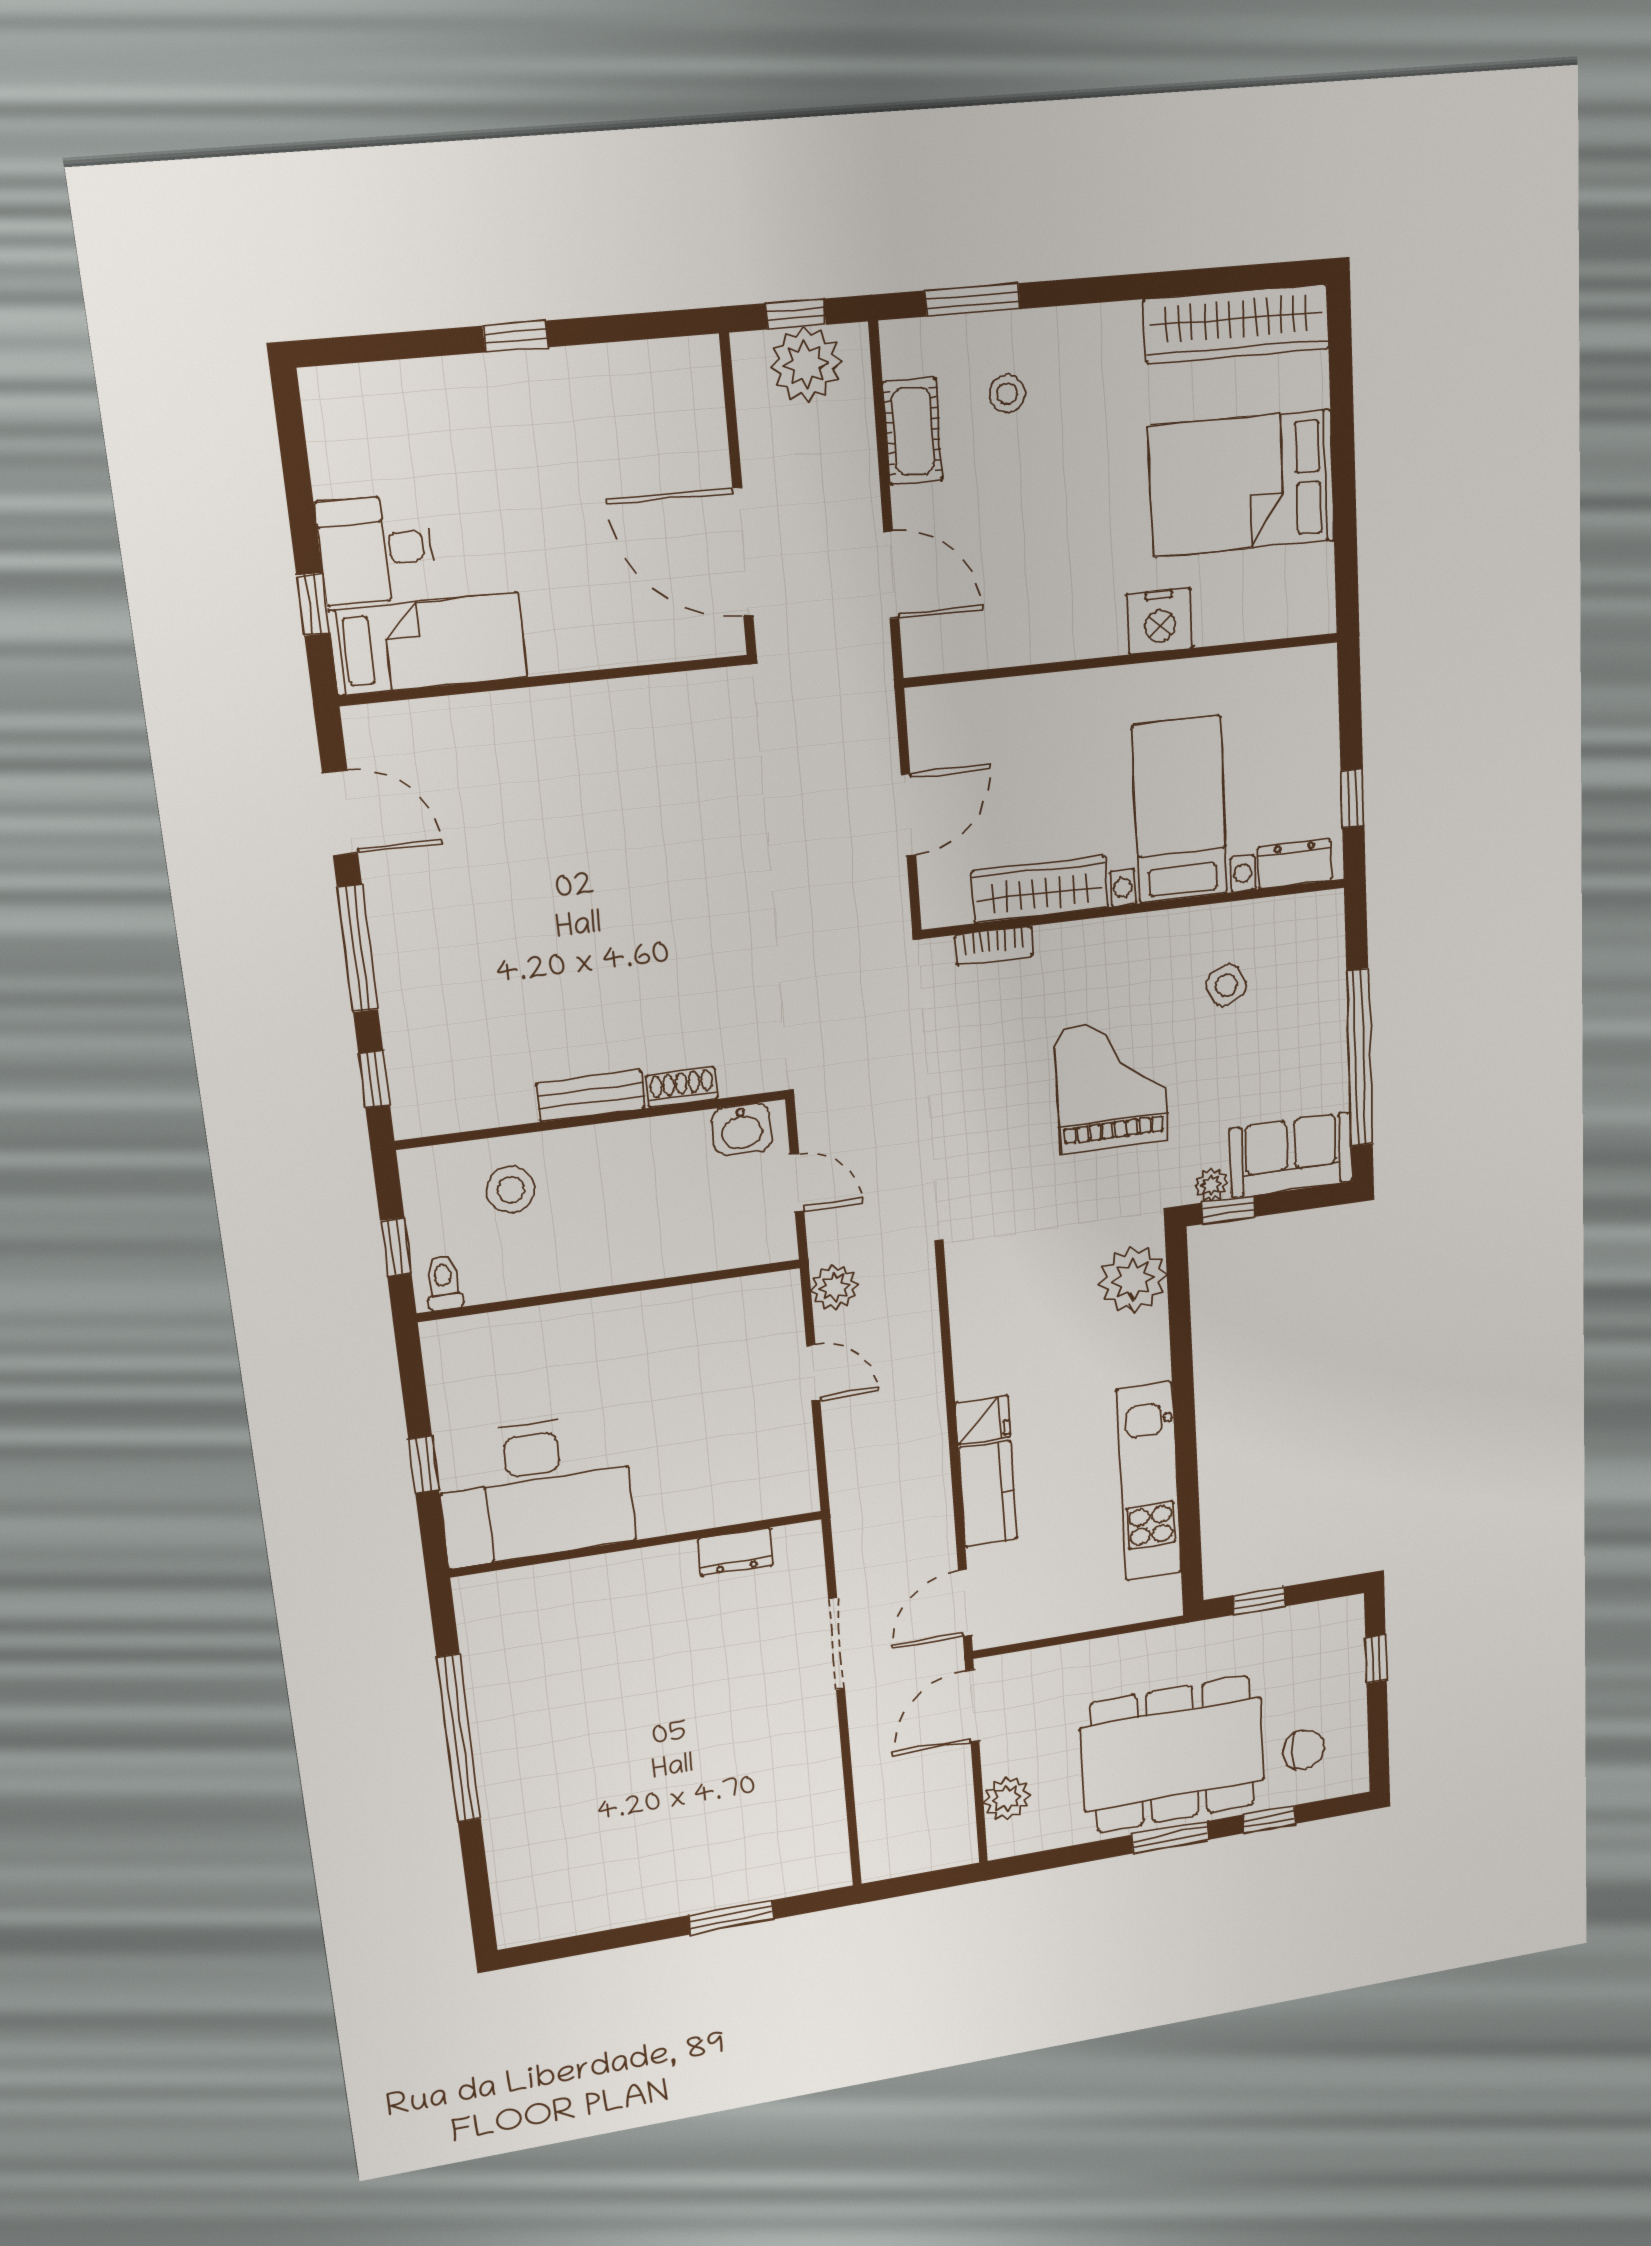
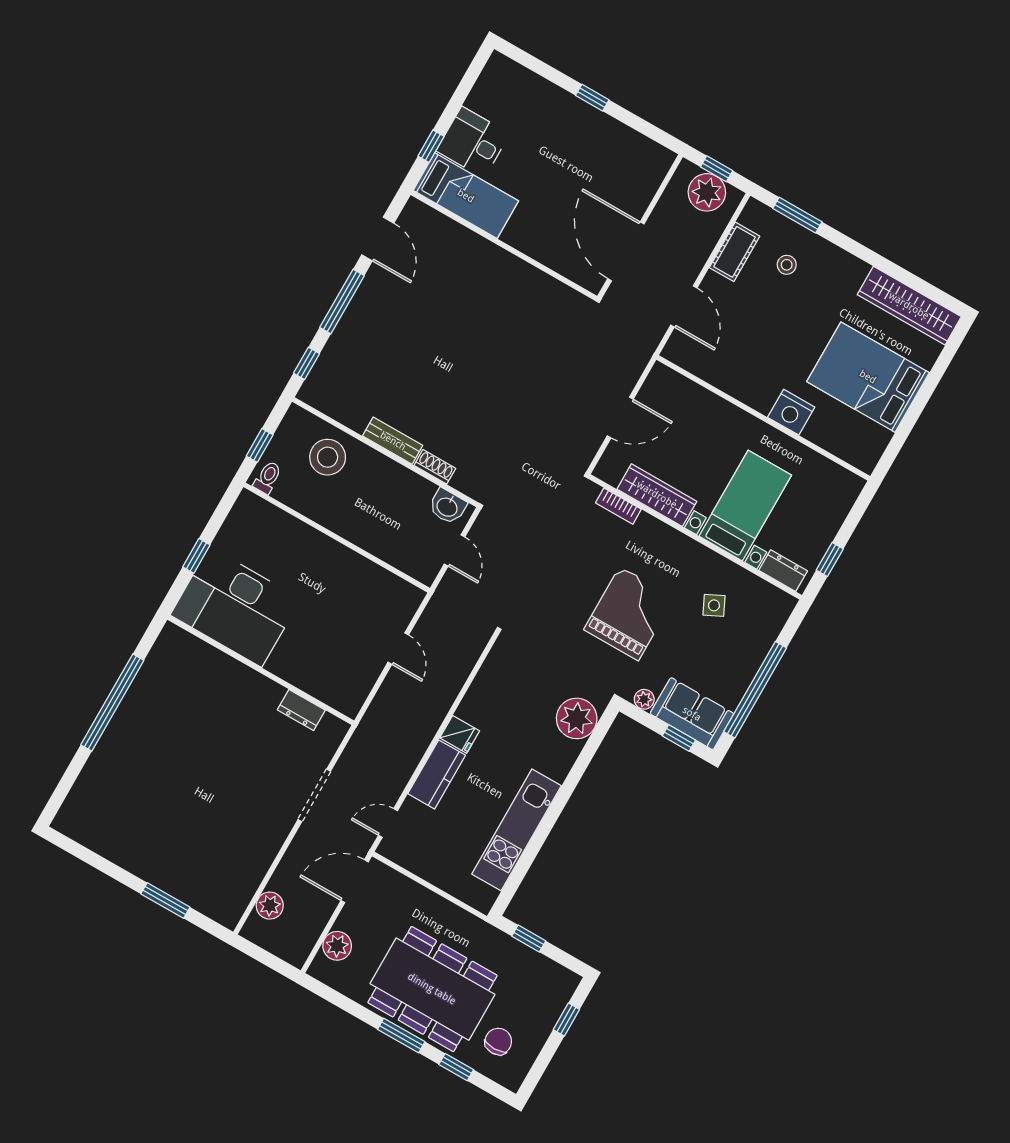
stool: (511, 1190) -> (328, 457), width x1.38, depth x1.38
window: (1228, 1210) -> (679, 738), moved
plant: (834, 1287) -> (270, 906), moved
door: (965, 1603) -> (388, 823), width x0.73
chair: (1304, 1750) -> (498, 1041), turned -90

